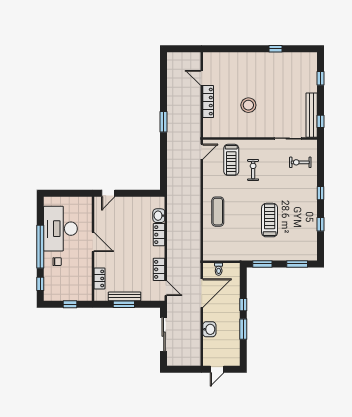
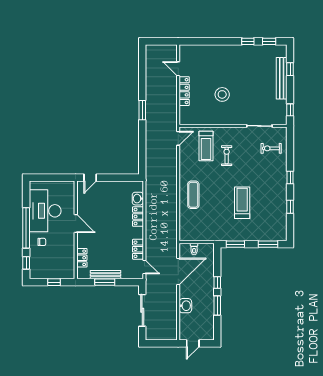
window: (298, 49) -> (269, 41), added
bench: (312, 115) -> (282, 78), moved

